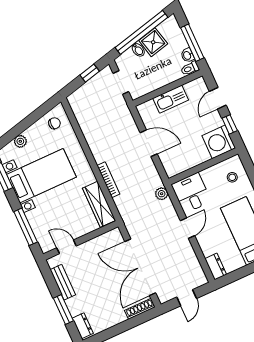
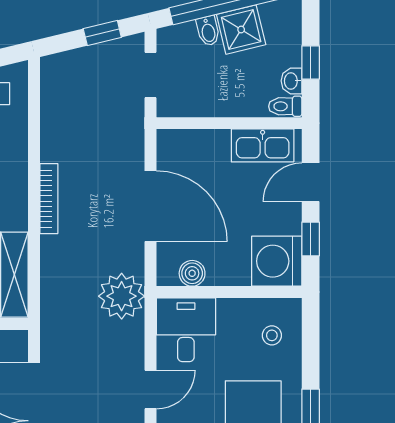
window: (192, 43) -> (311, 62), width x0.46
kitchen sink: (171, 99) -> (263, 145), moved
door: (149, 143) -> (150, 206), width x1.36
boiler: (182, 165) -> (192, 273), added
bookcase: (108, 180) -> (49, 199), moved
plant: (162, 194) -> (122, 296), width x1.88, depth x1.88

